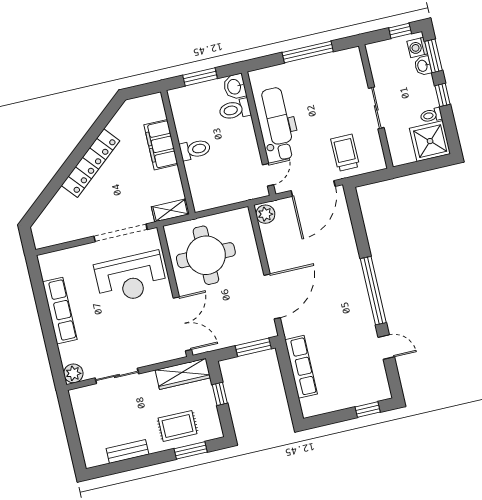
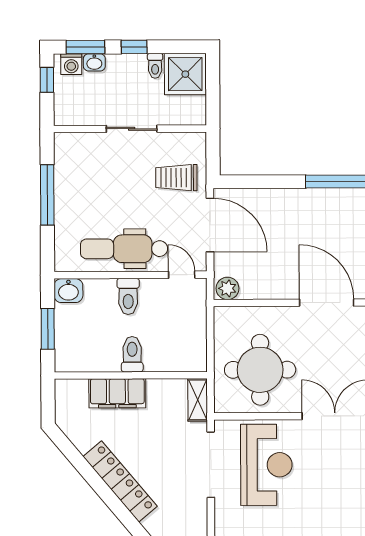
toilet: (235, 110) -> (128, 296), moved

